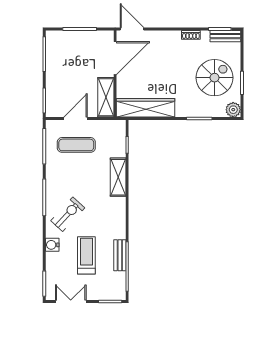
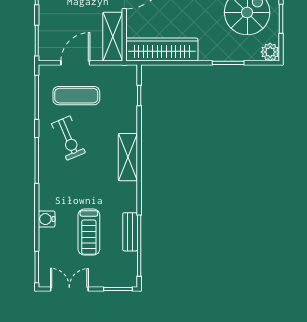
shelving: (118, 177) -> (128, 157), moved
exercise bike: (68, 214) -> (68, 138), moved, turned 114
treadmill: (86, 255) -> (89, 232), turned 180

